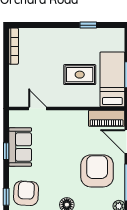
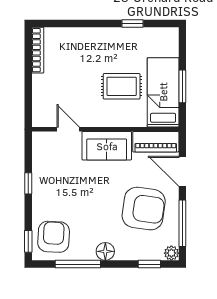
sofa: (20, 147) -> (107, 146), moved, turned 90
armchair: (97, 171) -> (144, 209), turned 98

